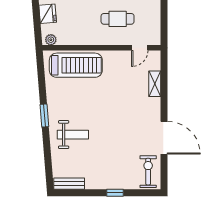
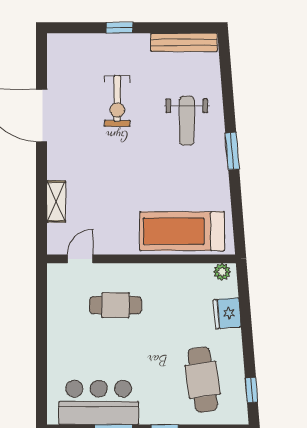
weight bench: (73, 135) -> (187, 121), turned -90
exercise bike: (148, 172) -> (117, 101), moved
bench: (69, 184) -> (184, 42), width x1.36

